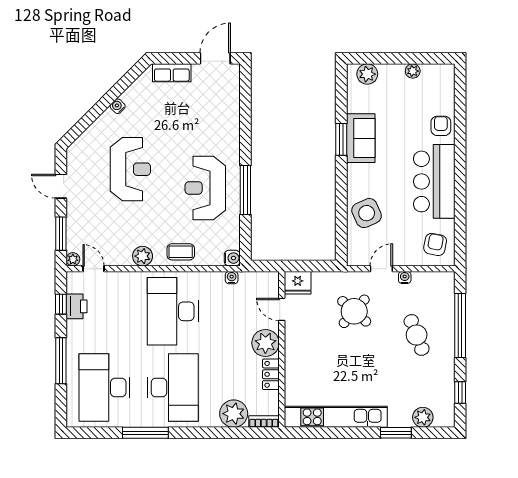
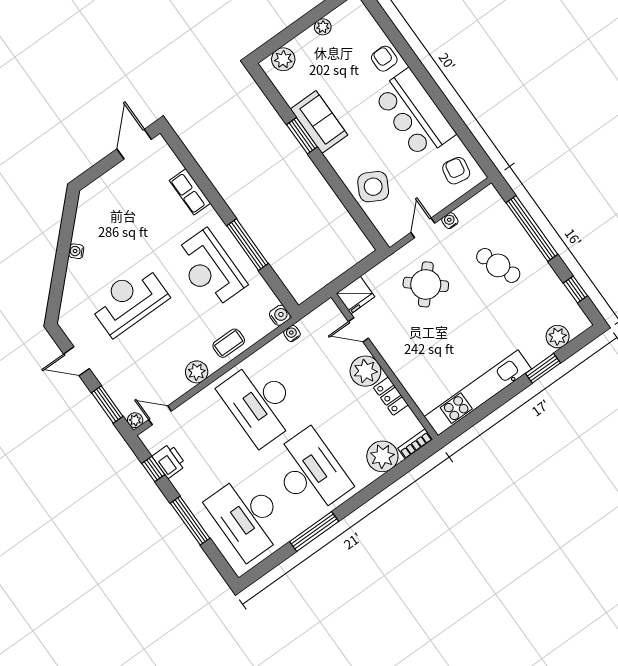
row of seats: (172, 73) -> (190, 192), moved, turned 90
reception desk: (130, 169) -> (129, 300), turned -90
side table: (367, 213) -> (373, 187), turned -38

